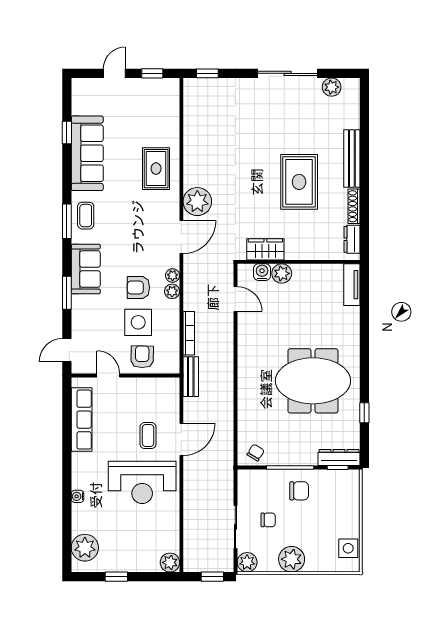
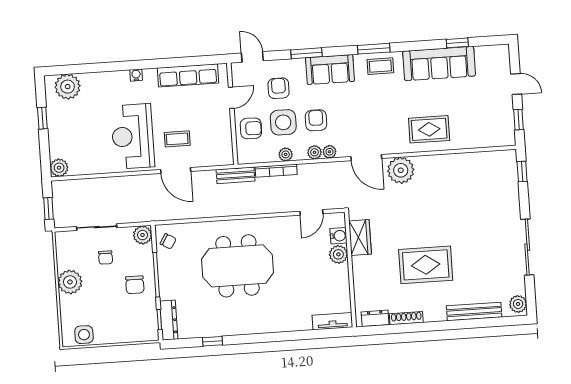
plant: (332, 87) -> (518, 304), moved
bench: (352, 159) -> (474, 311), moved
plant: (172, 322) -> (286, 154), added
armchair: (102, 325) -> (279, 88), added
meeting table: (313, 381) -> (237, 266), moved, turned 90
water cooler: (78, 496) -> (136, 75), moved
plant: (247, 562) -> (143, 235), moved

